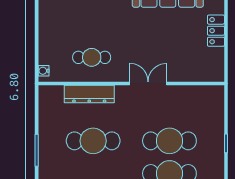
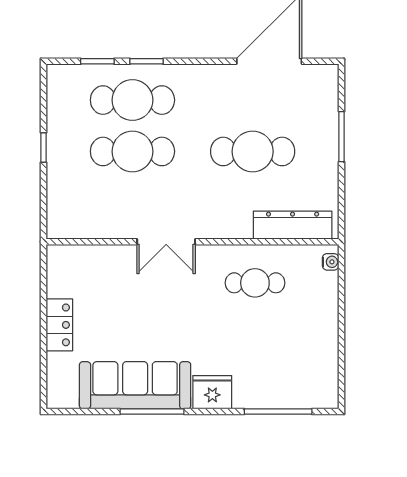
dresser: (89, 94) -> (293, 225), moved

